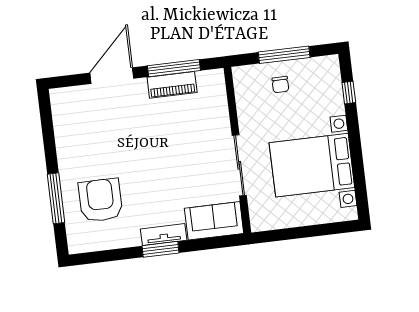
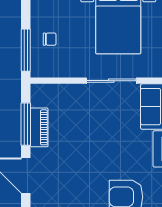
window: (284, 55) -> (26, 50), moved

